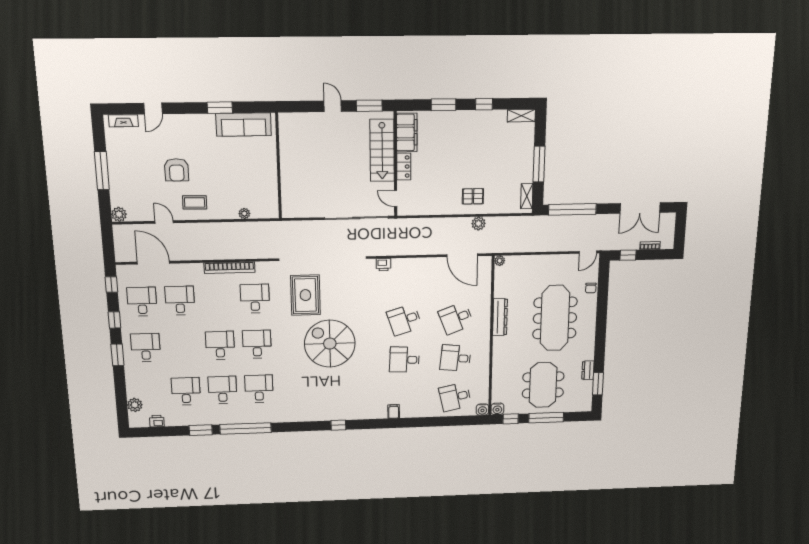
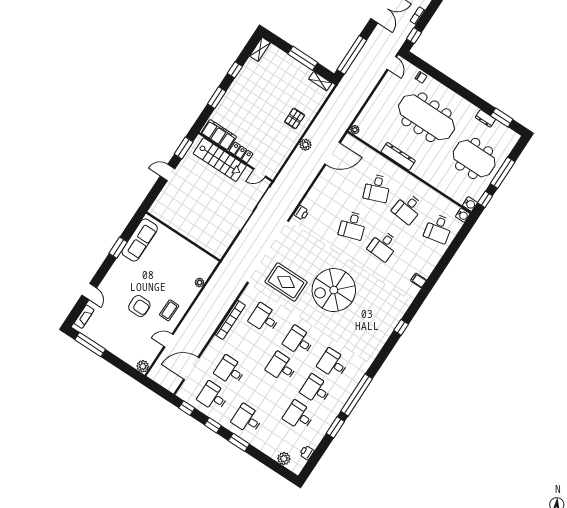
window: (102, 170) -> (90, 345), moved
plant: (479, 223) -> (305, 145), moved

